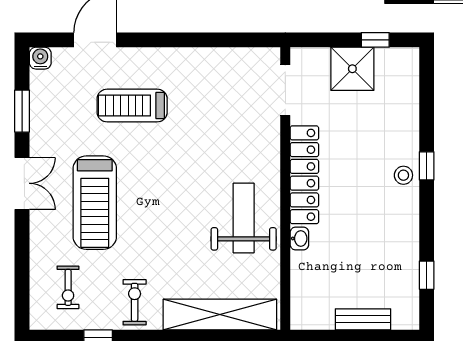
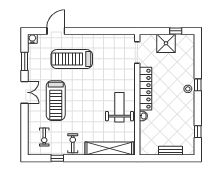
treadmill: (132, 106) -> (72, 59), width x1.37, depth x1.38

